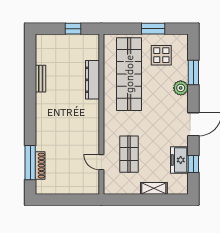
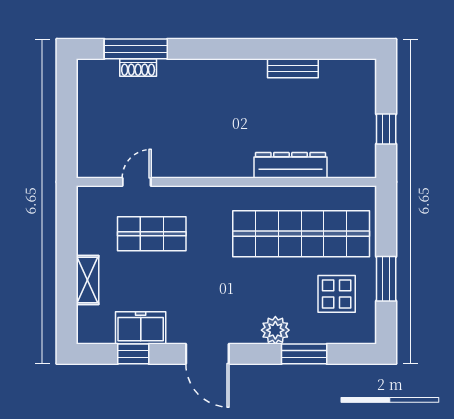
shoe rack: (40, 166) -> (138, 68), width x0.70

